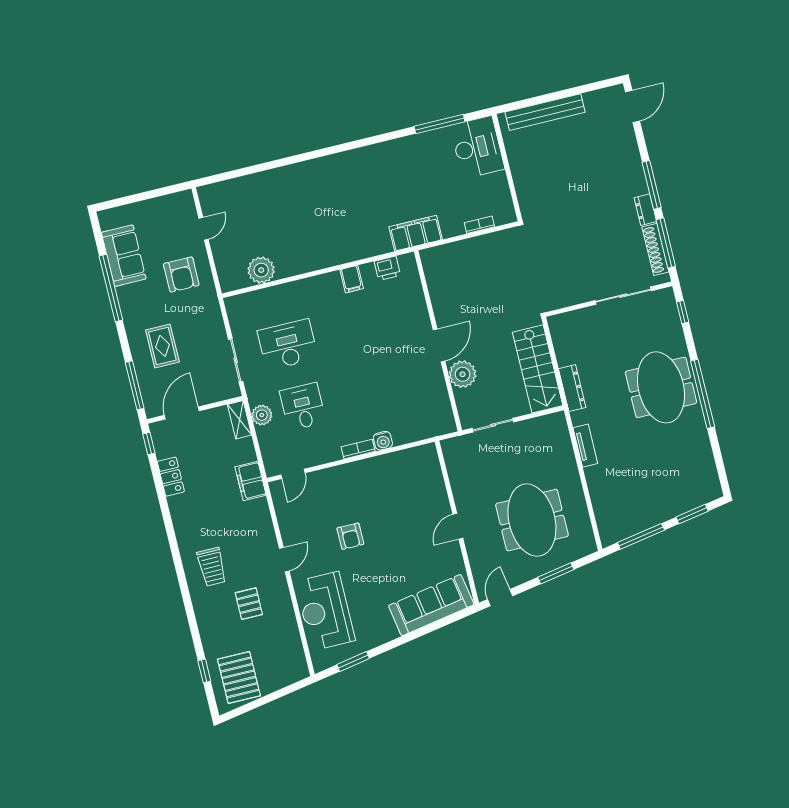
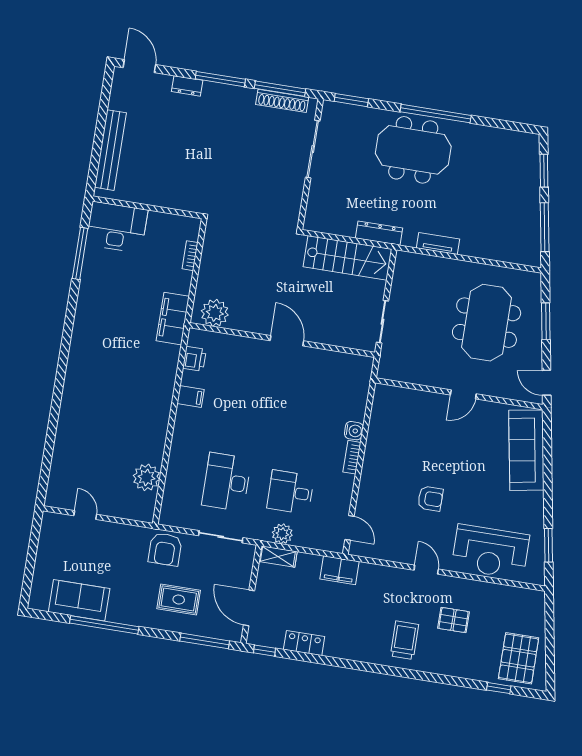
dresser: (645, 210) -> (187, 86), moved
armchair: (181, 274) -> (165, 549), moved, turned 90
window: (683, 312) -> (351, 100), width x1.50
plant: (463, 374) -> (215, 313), moved
meeting table: (532, 520) -> (487, 323), turned 90
door: (458, 526) -> (463, 394), hinge flipped
trolley: (212, 567) -> (404, 640), turned -90
pallet: (239, 677) -> (519, 658), turned 90

